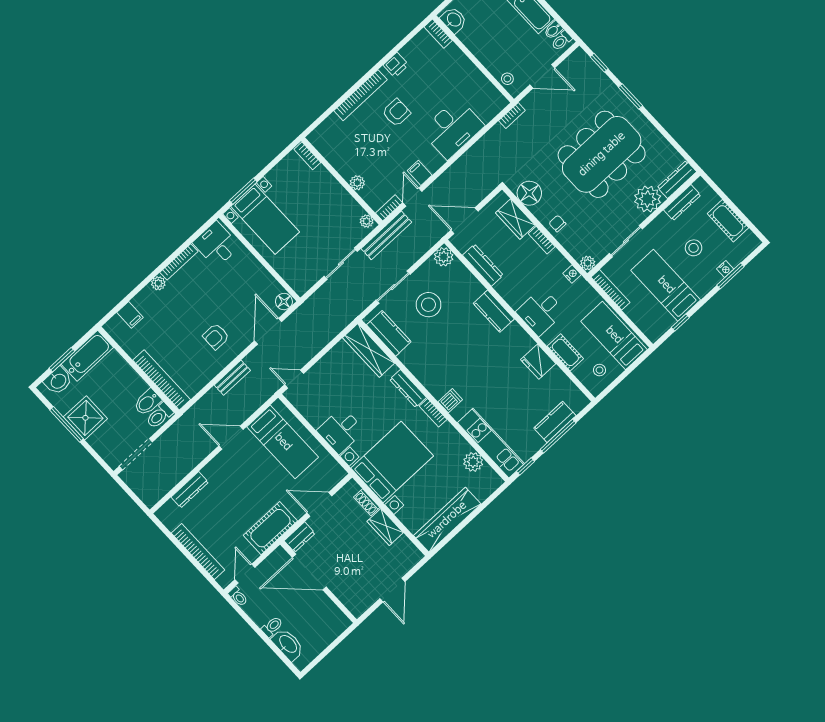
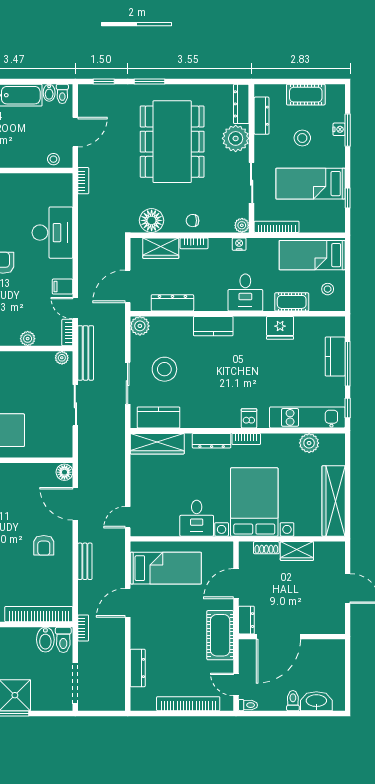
bookcase: (182, 422) -> (83, 628), added

